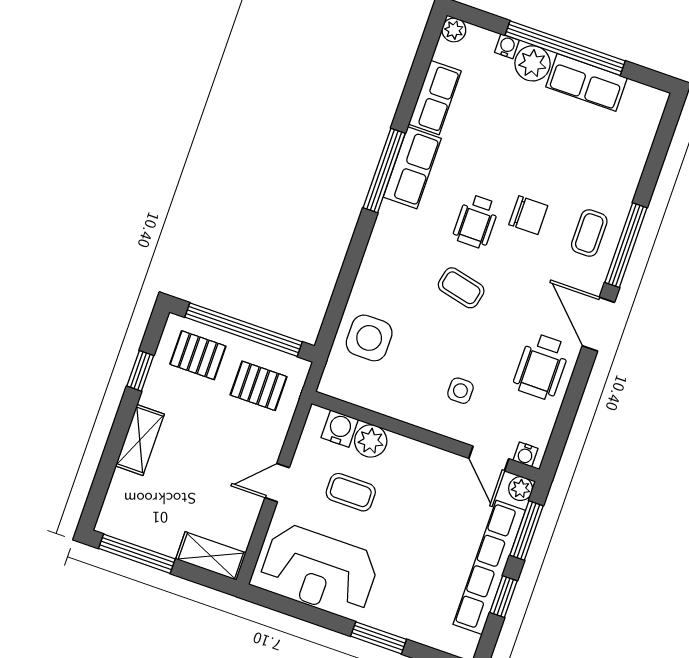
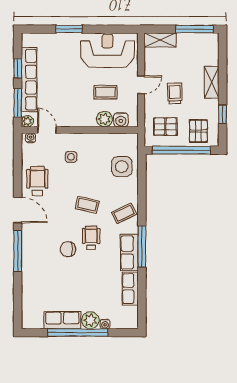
plant: (454, 30) -> (132, 323), removed
coffee table: (589, 233) -> (124, 213), moved, turned 64
pallet: (198, 355) -> (198, 131), turned 90
trolley: (218, 443) -> (175, 93), added

